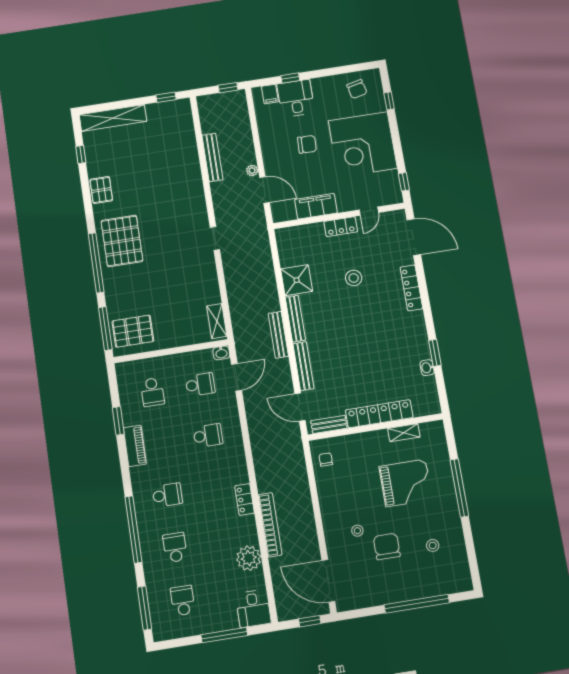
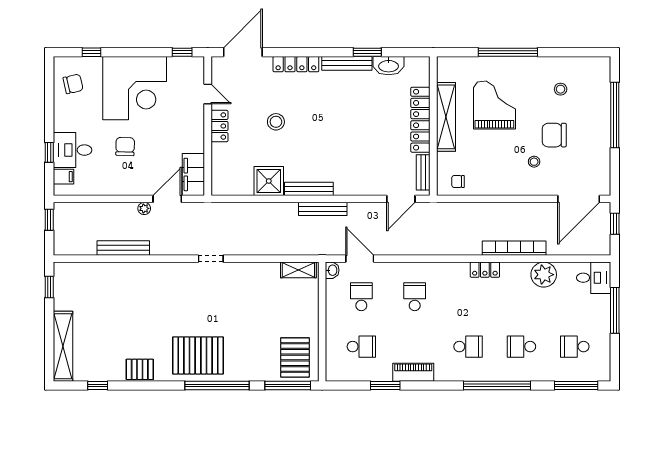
filing cabinet: (316, 206) -> (193, 174), moved
bench: (303, 366) -> (347, 63), moved
washbasin: (427, 368) -> (389, 66), width x1.91, depth x1.45
shelving: (404, 433) -> (446, 117), width x2.20, depth x1.33
school desk: (167, 495) -> (468, 347), turned 90

